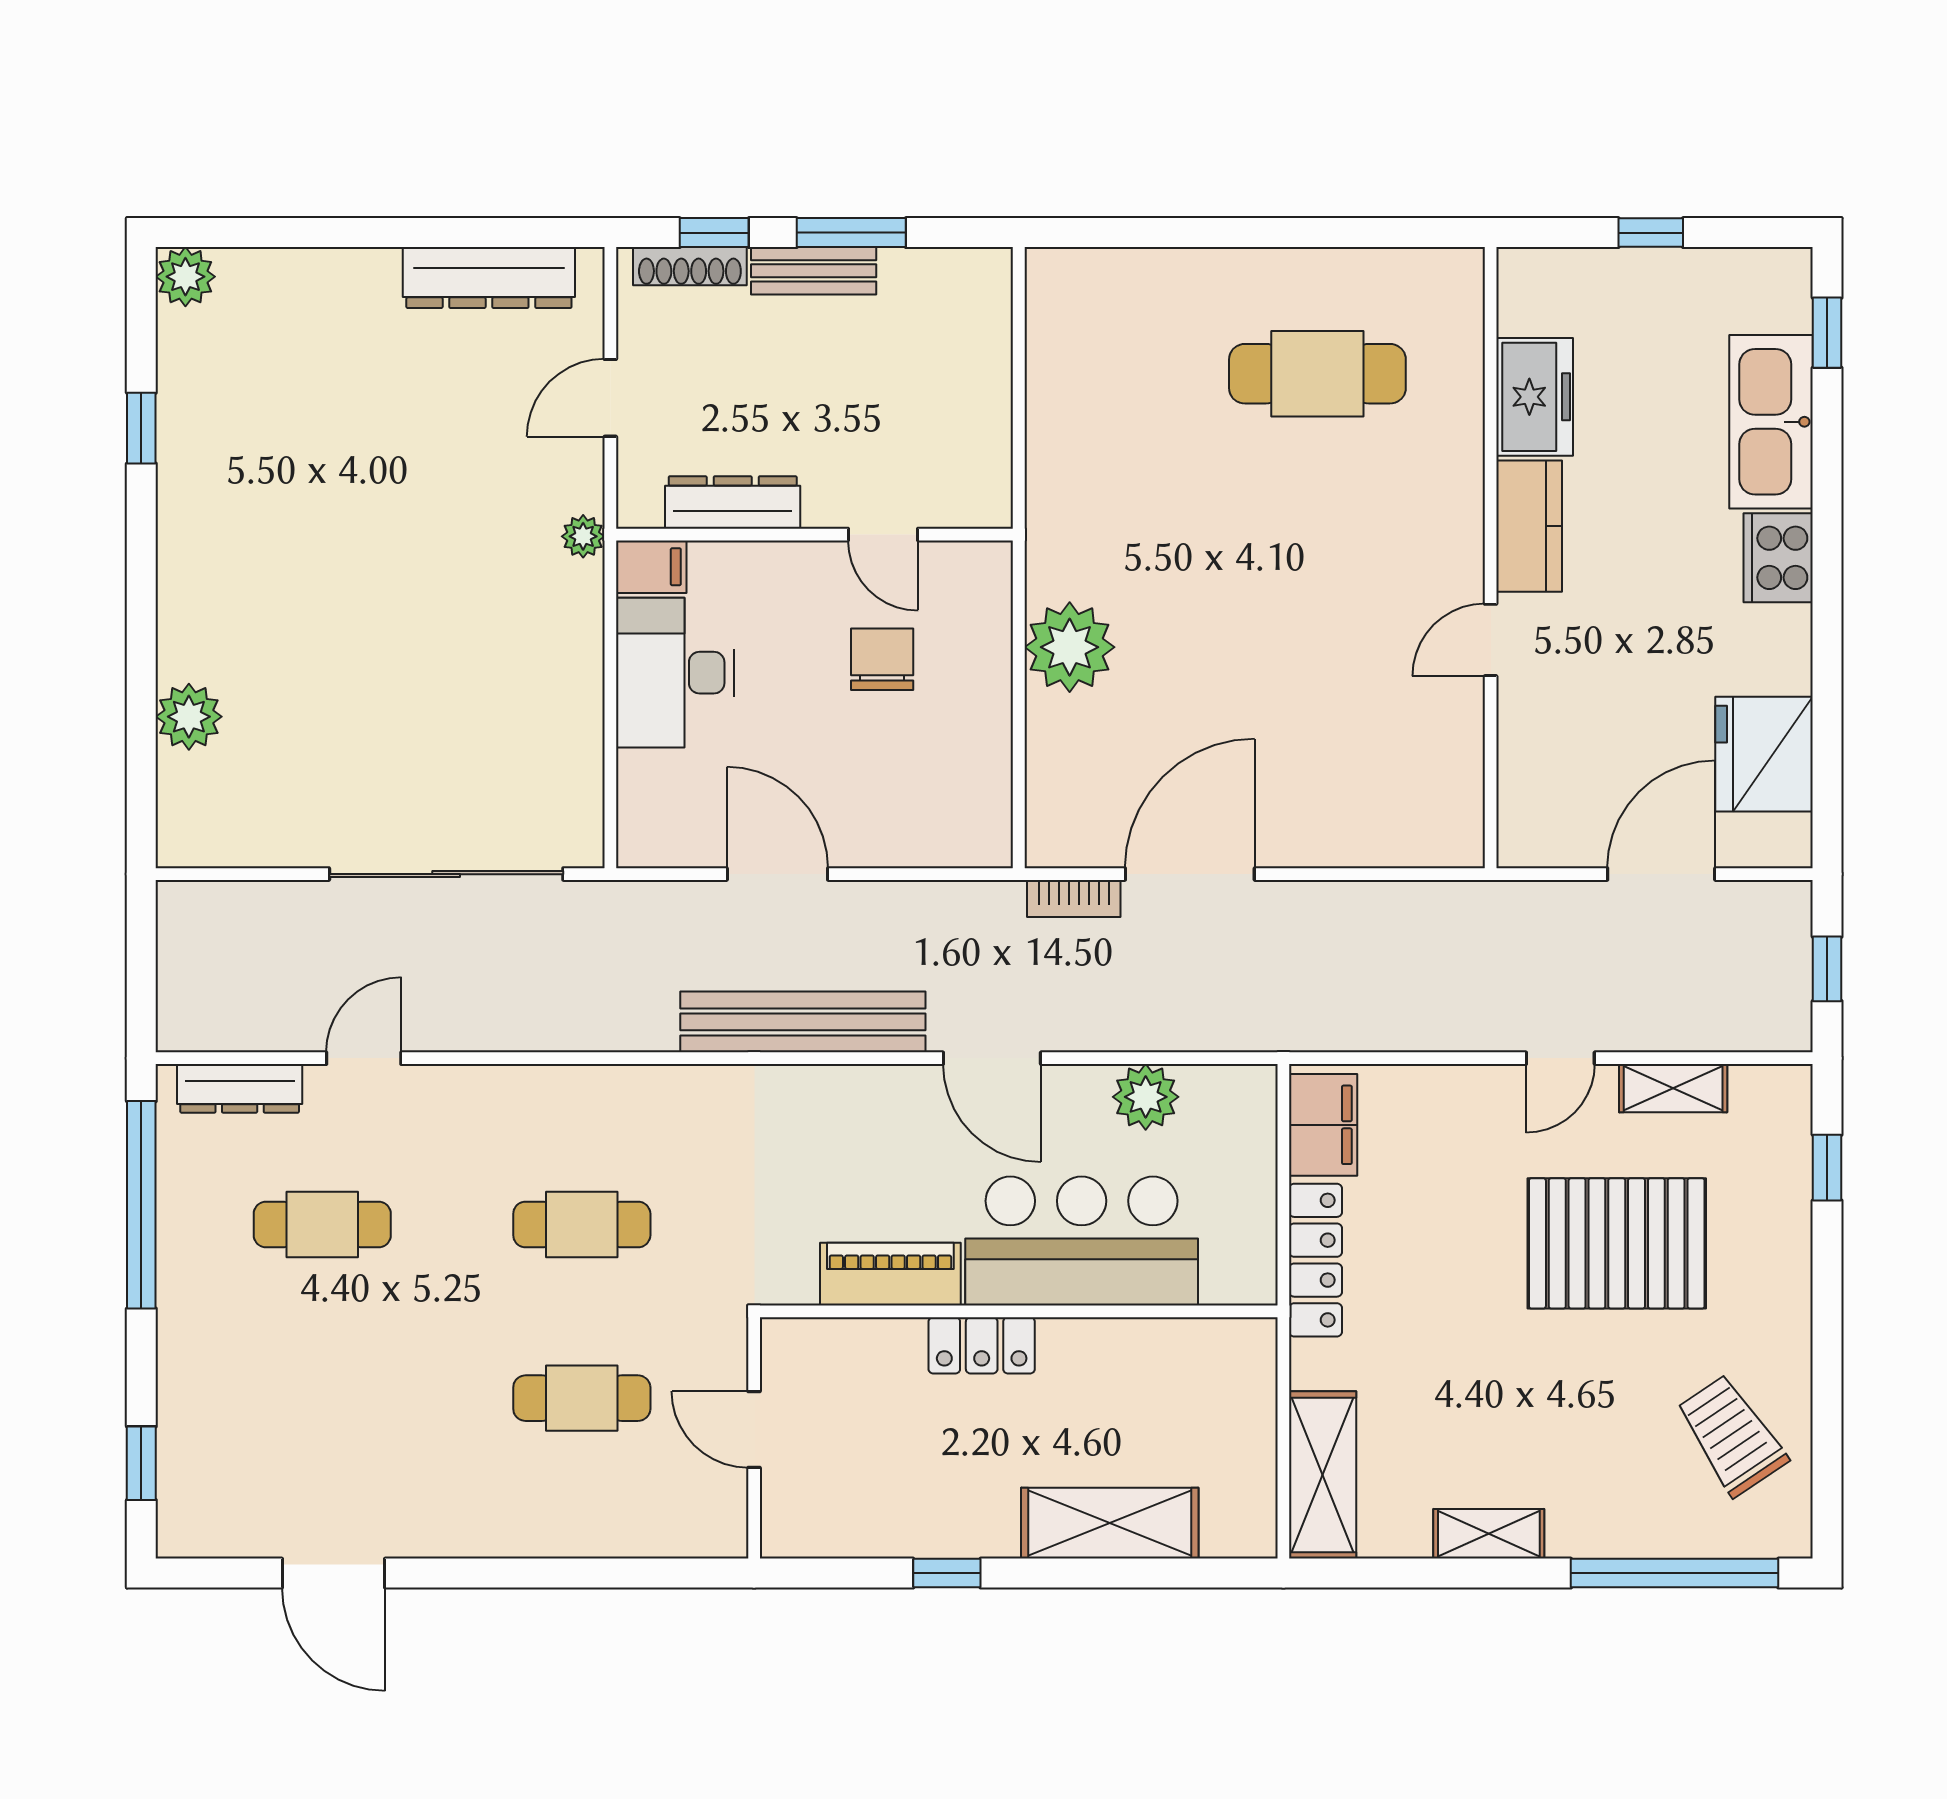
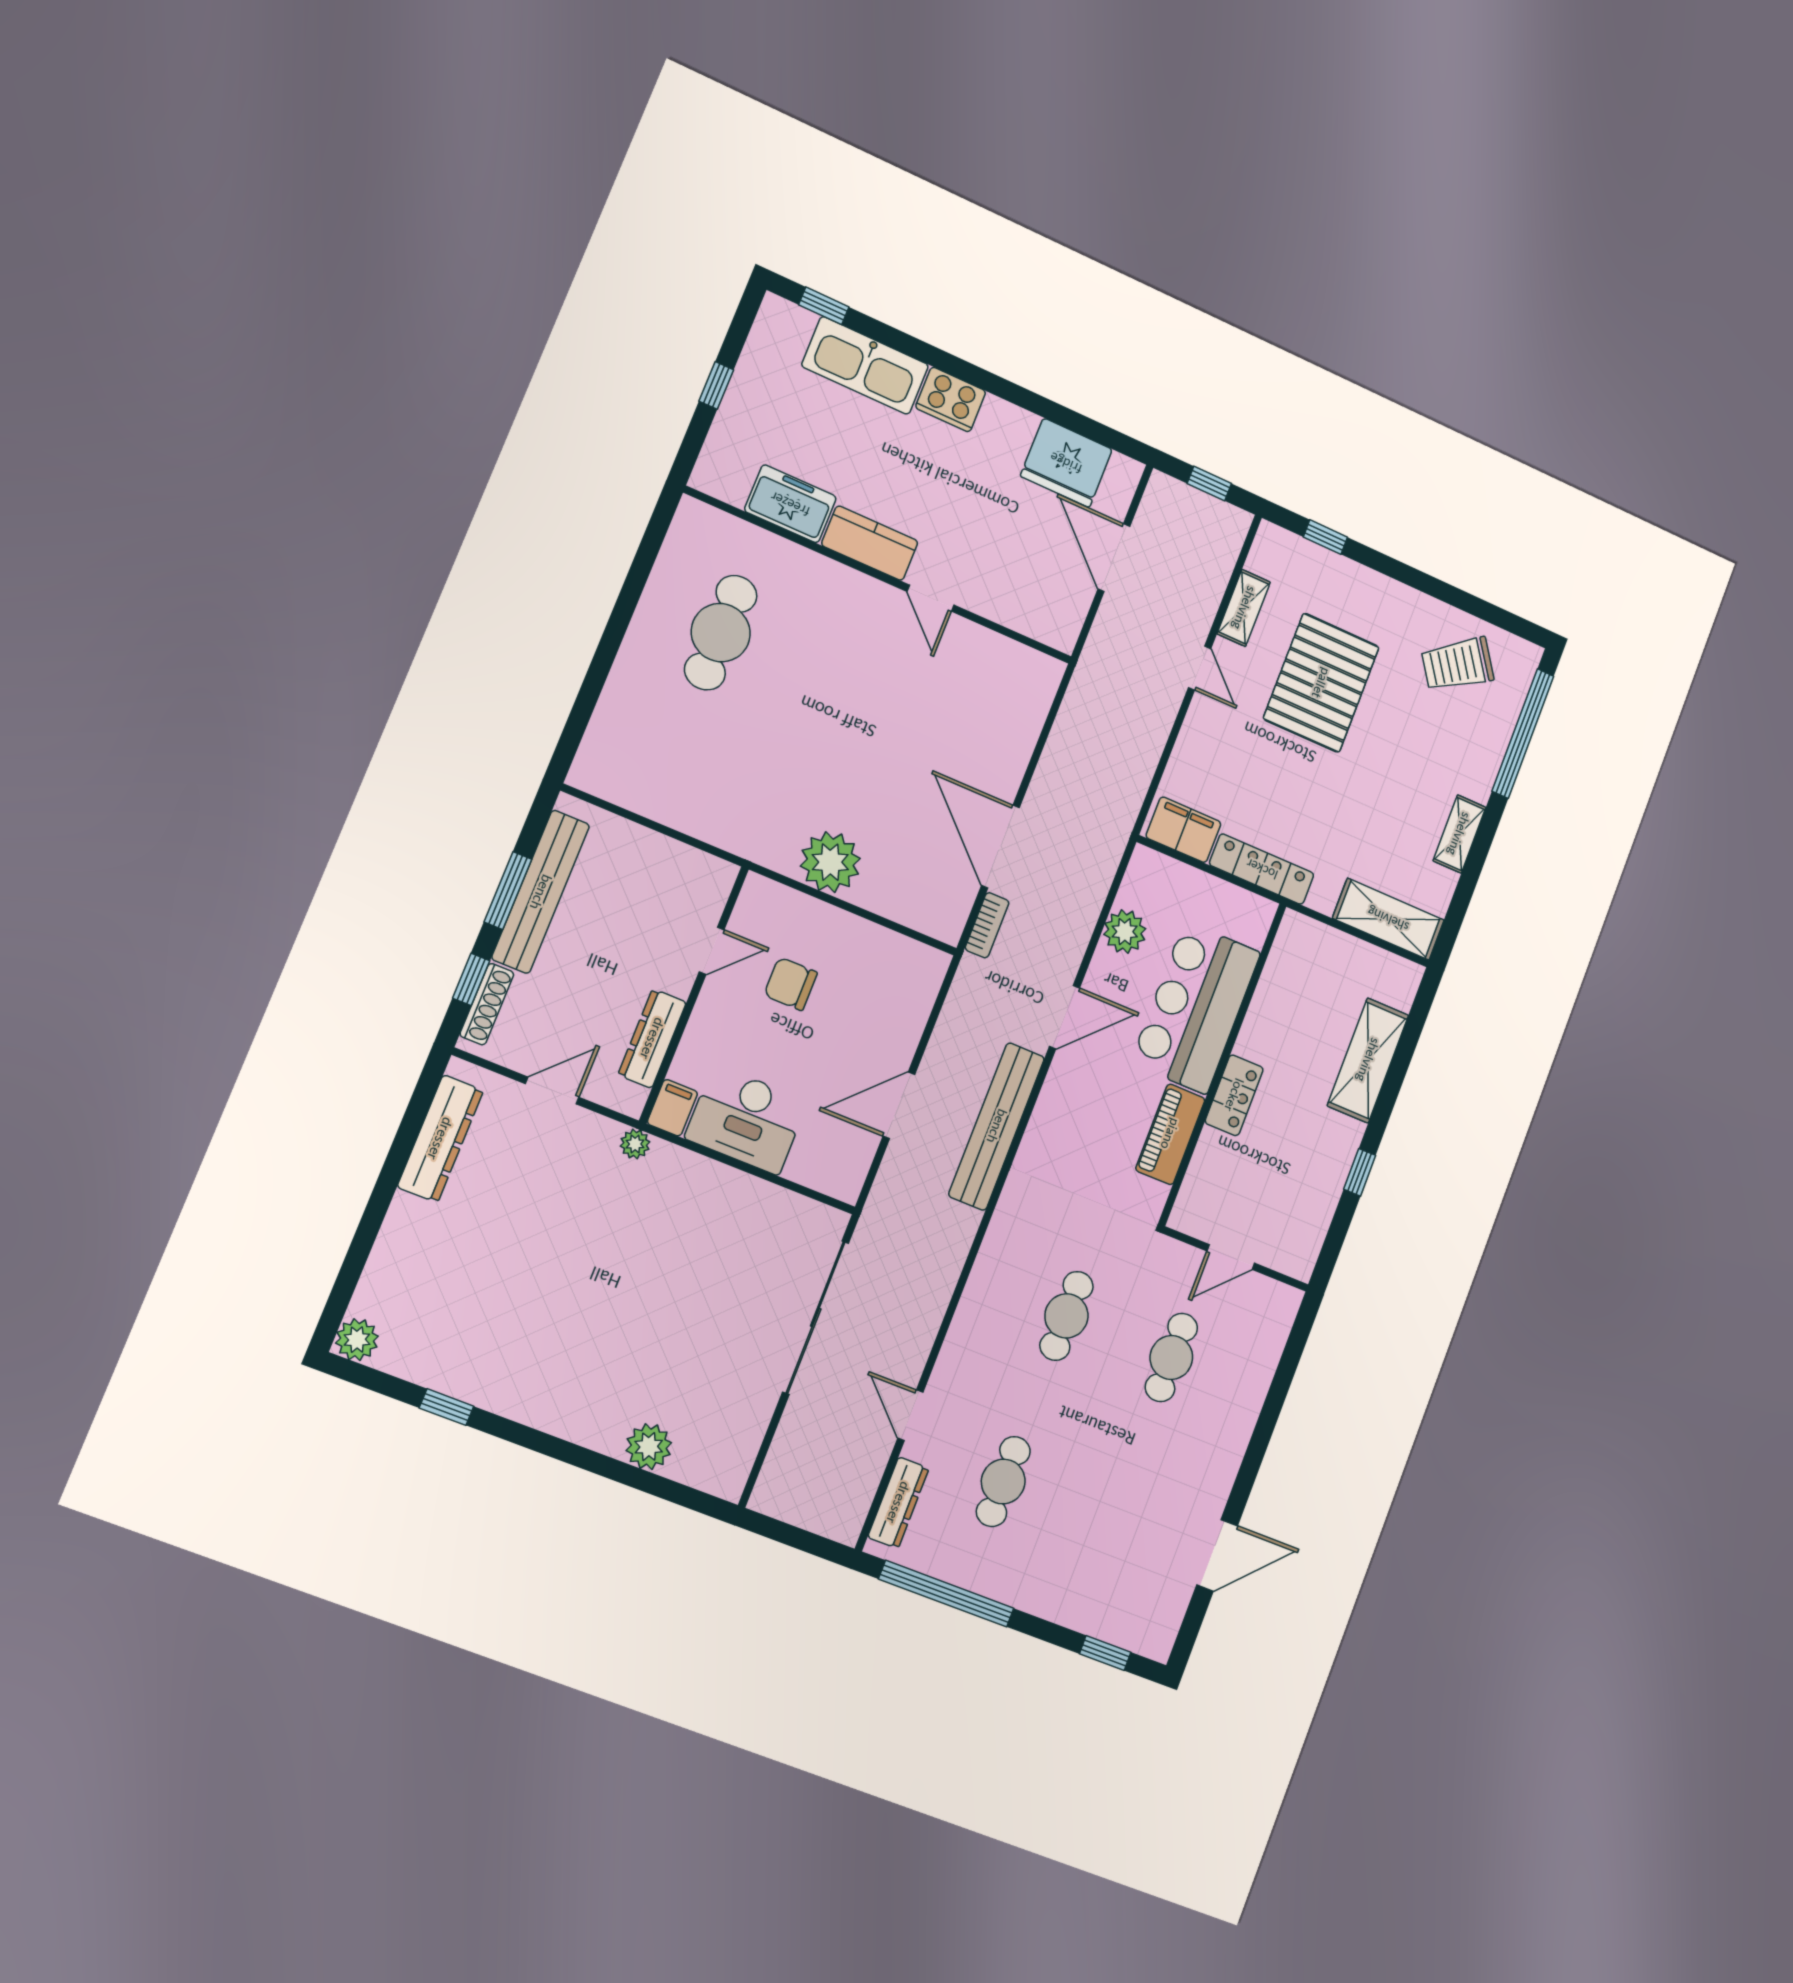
bench: (814, 271) -> (541, 892), width x1.86, depth x1.21
door: (610, 398) -> (552, 1091), swing flipped

